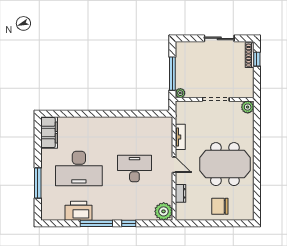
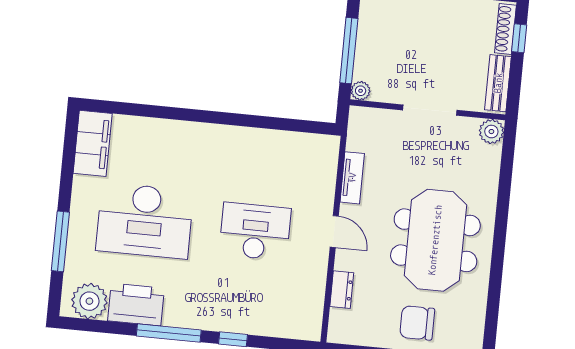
bench: (249, 83) -> (498, 83), added
meeting table: (225, 164) -> (435, 240), turned 90
plant: (164, 211) -> (89, 301), moved

